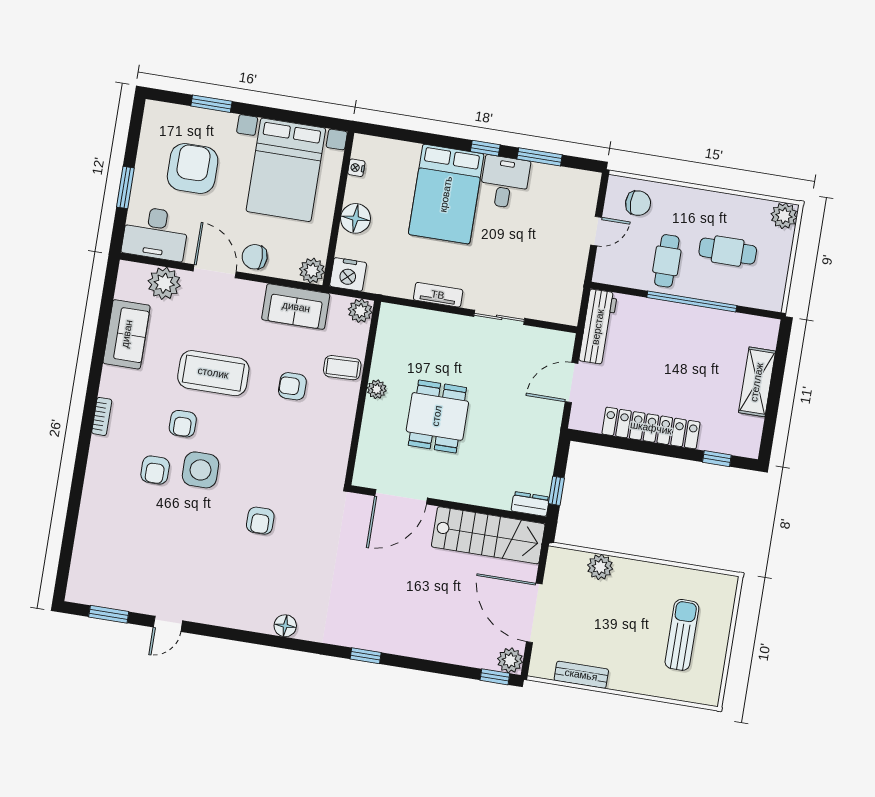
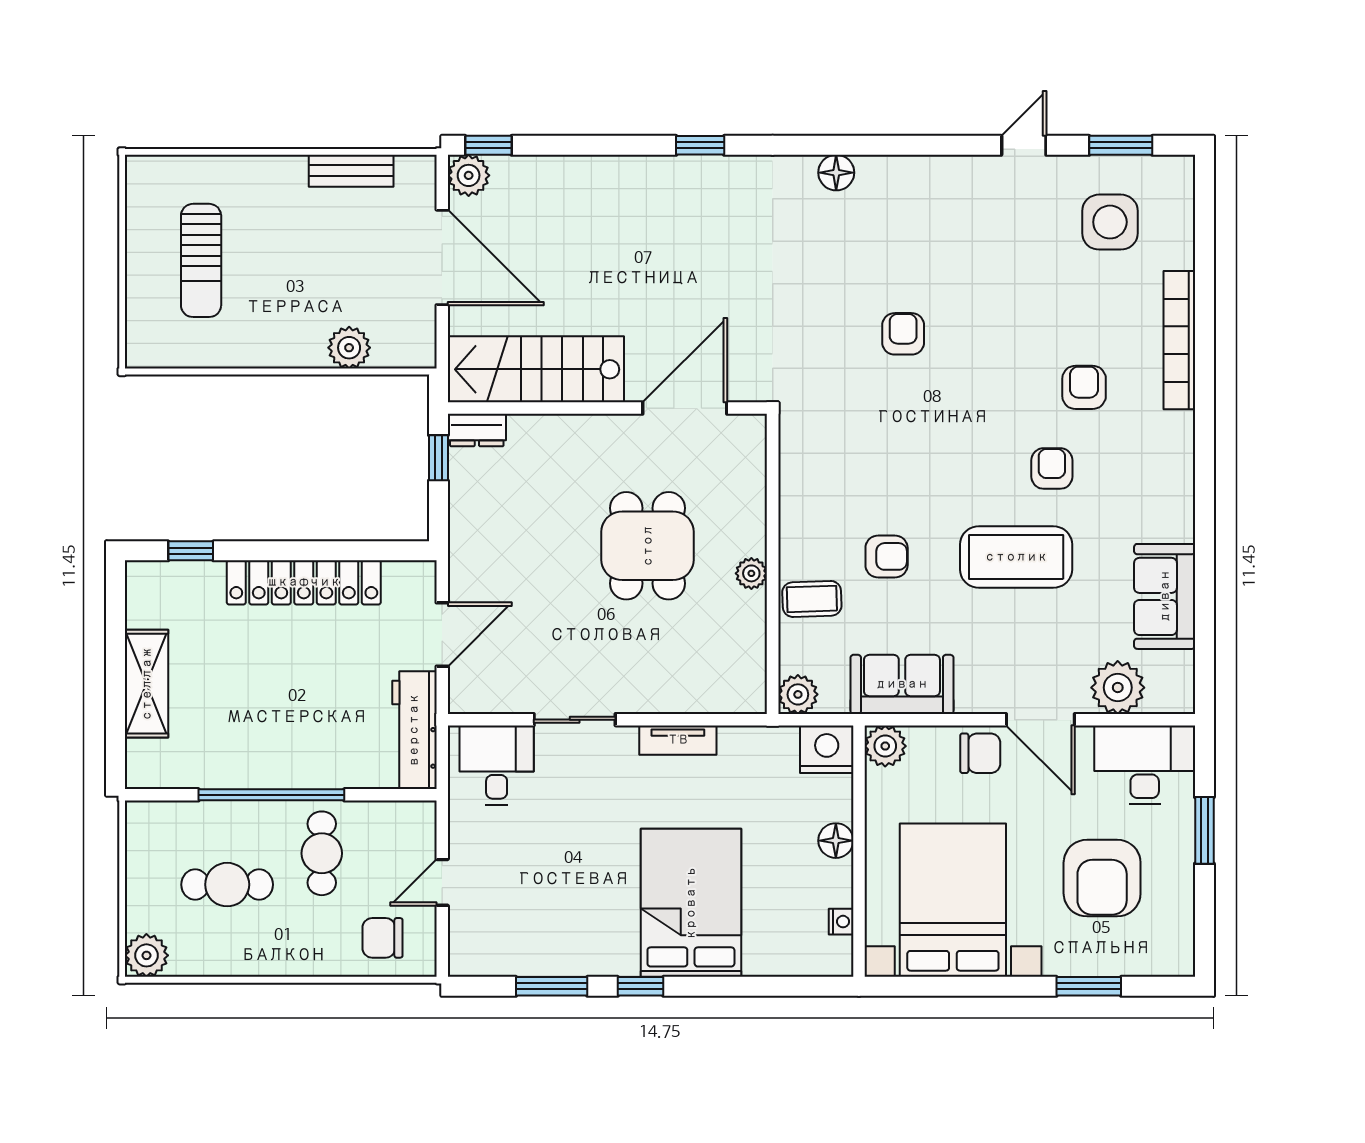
desk: (505, 182) -> (497, 765), moved, turned 180
floor lamp: (356, 218) -> (836, 841), width x0.73, depth x0.73
bookcase: (102, 416) -> (1179, 340), moved, width x2.31, depth x1.31
side table: (201, 470) -> (1110, 222), moved

